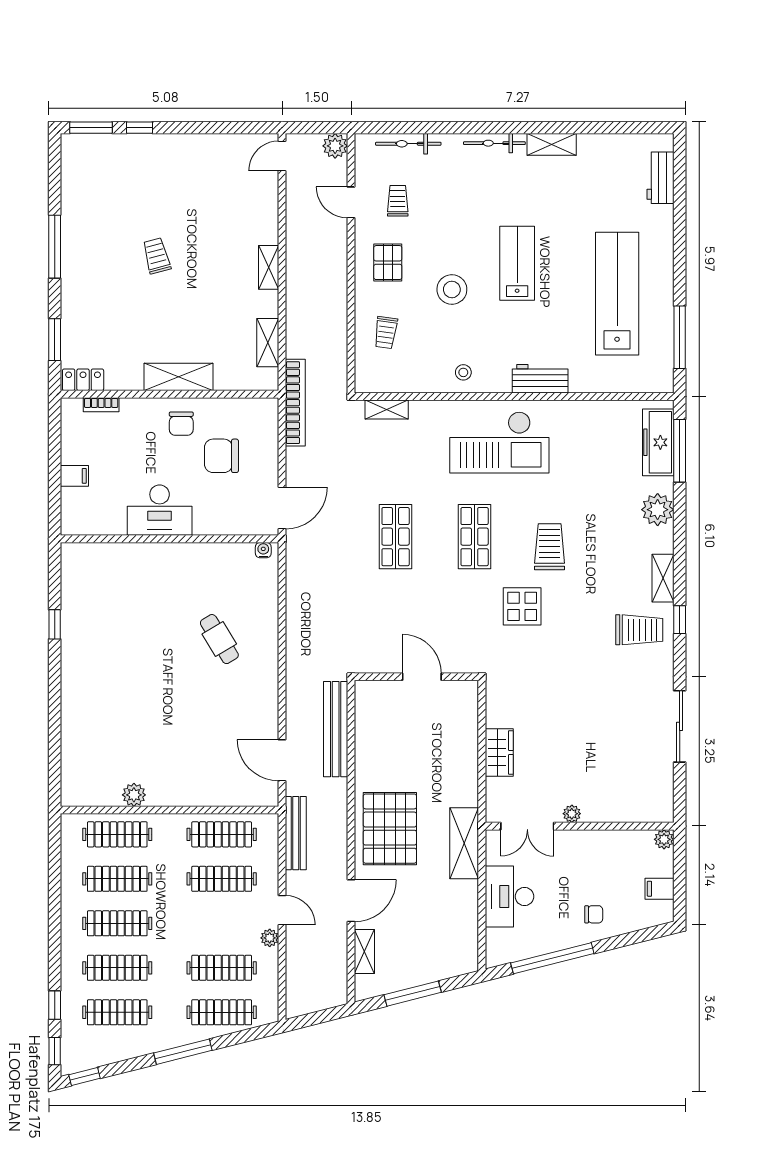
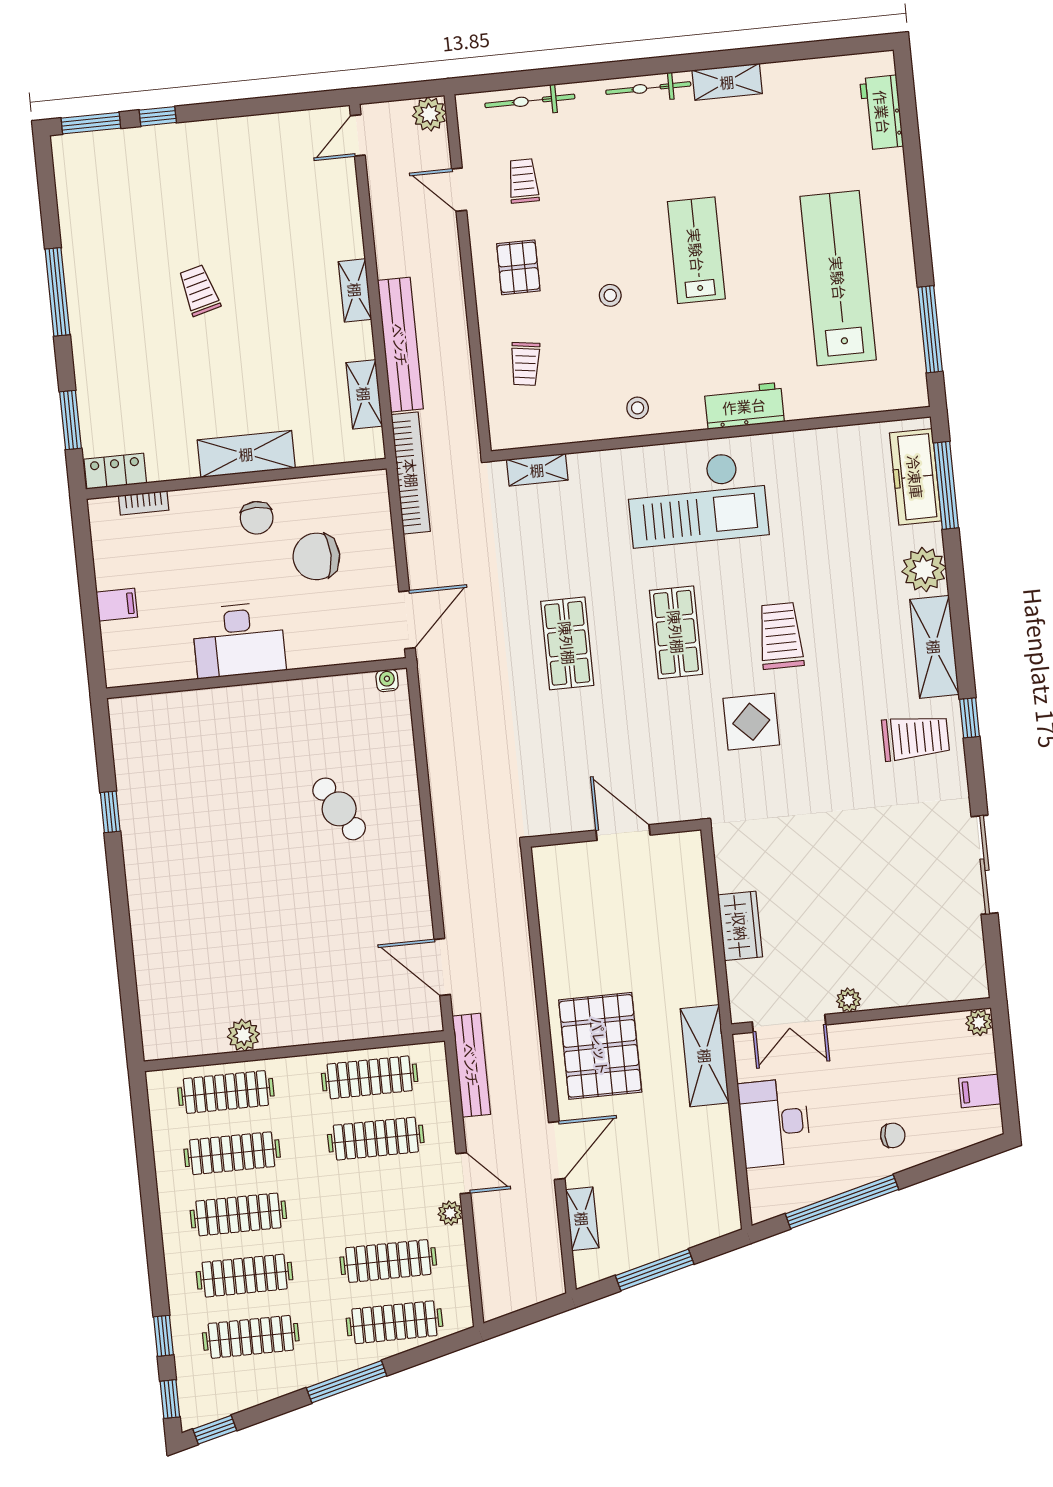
stool: (452, 289) -> (610, 295), width x0.53, depth x0.53
shelving: (663, 578) -> (934, 647), width x1.50, depth x1.33
bench: (336, 729) -> (400, 345), moved

